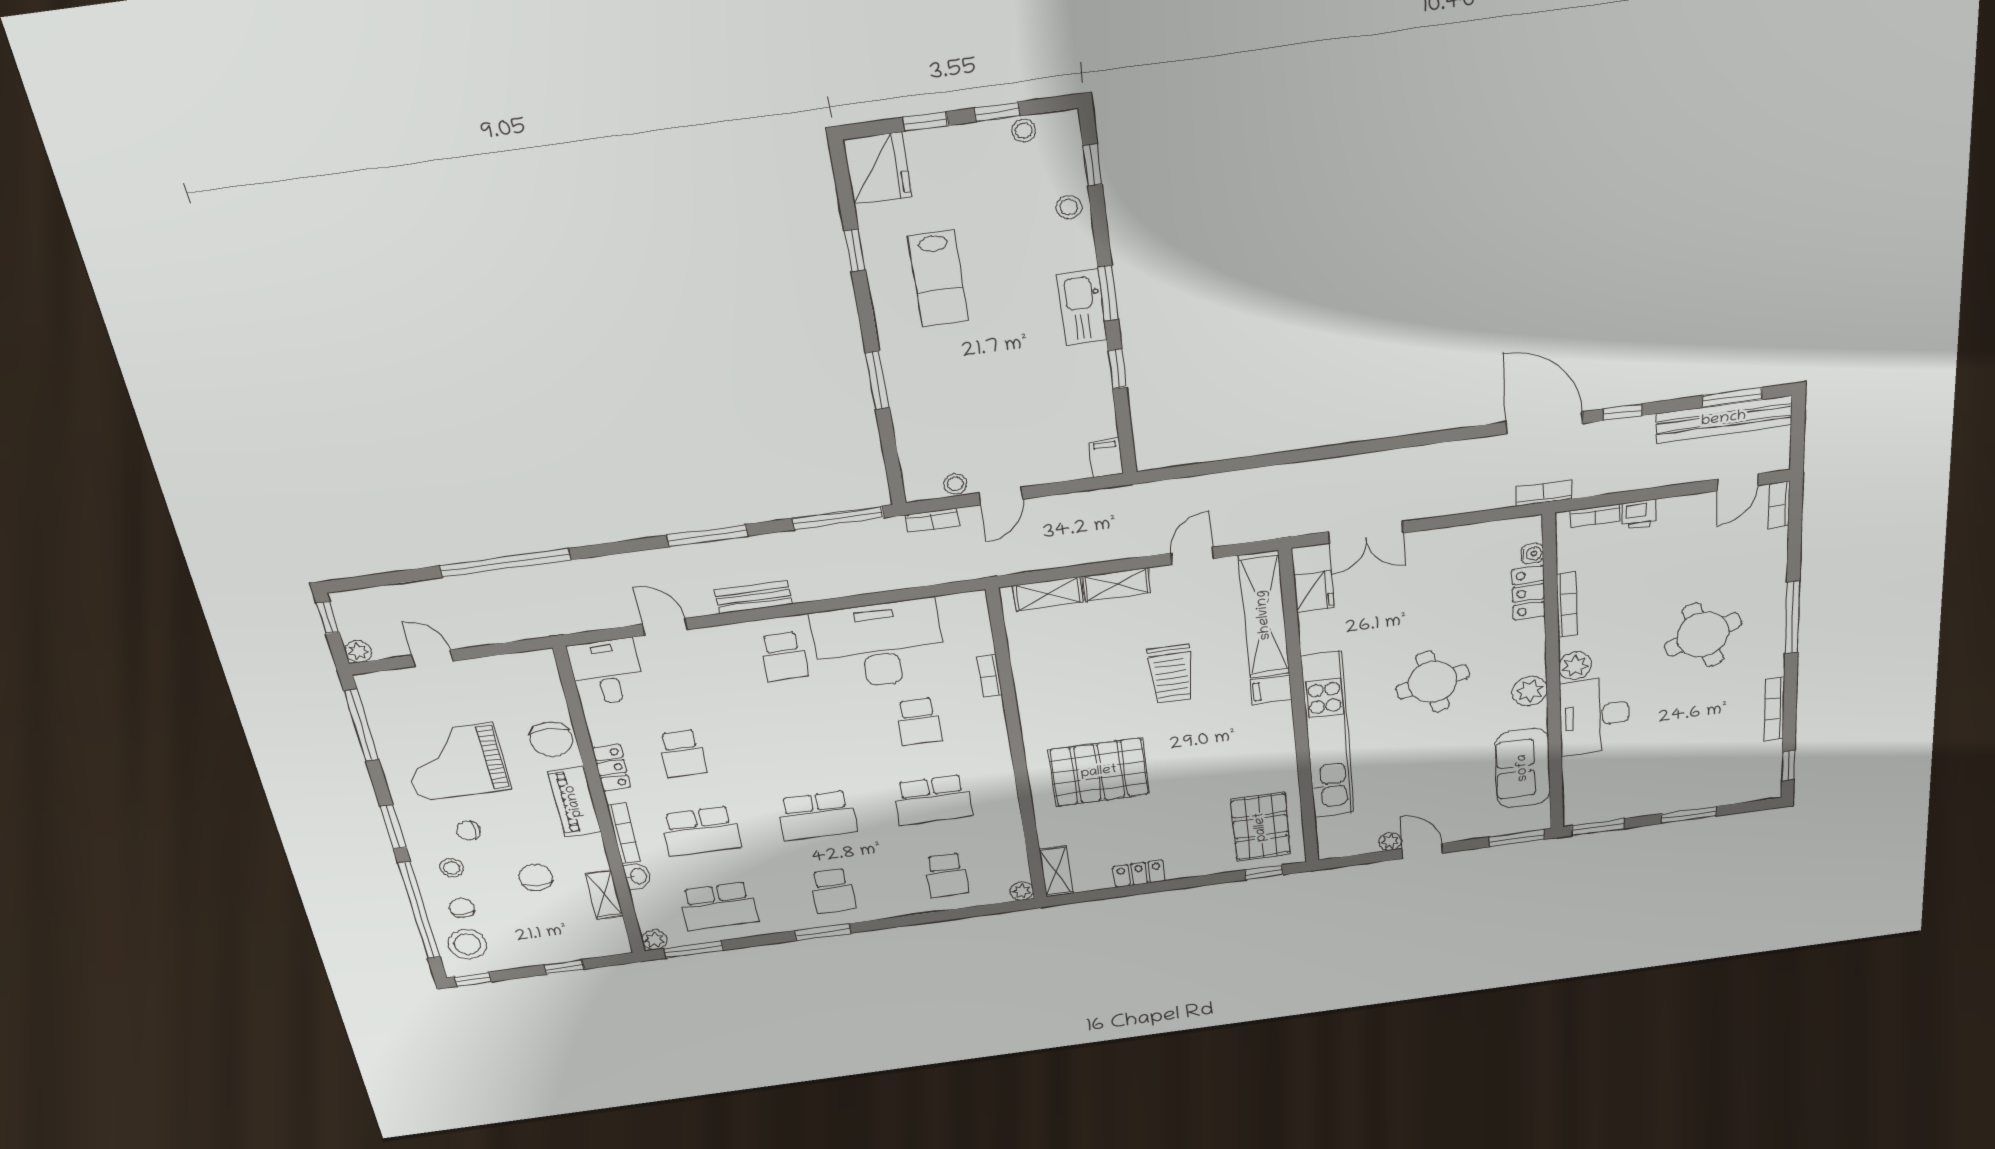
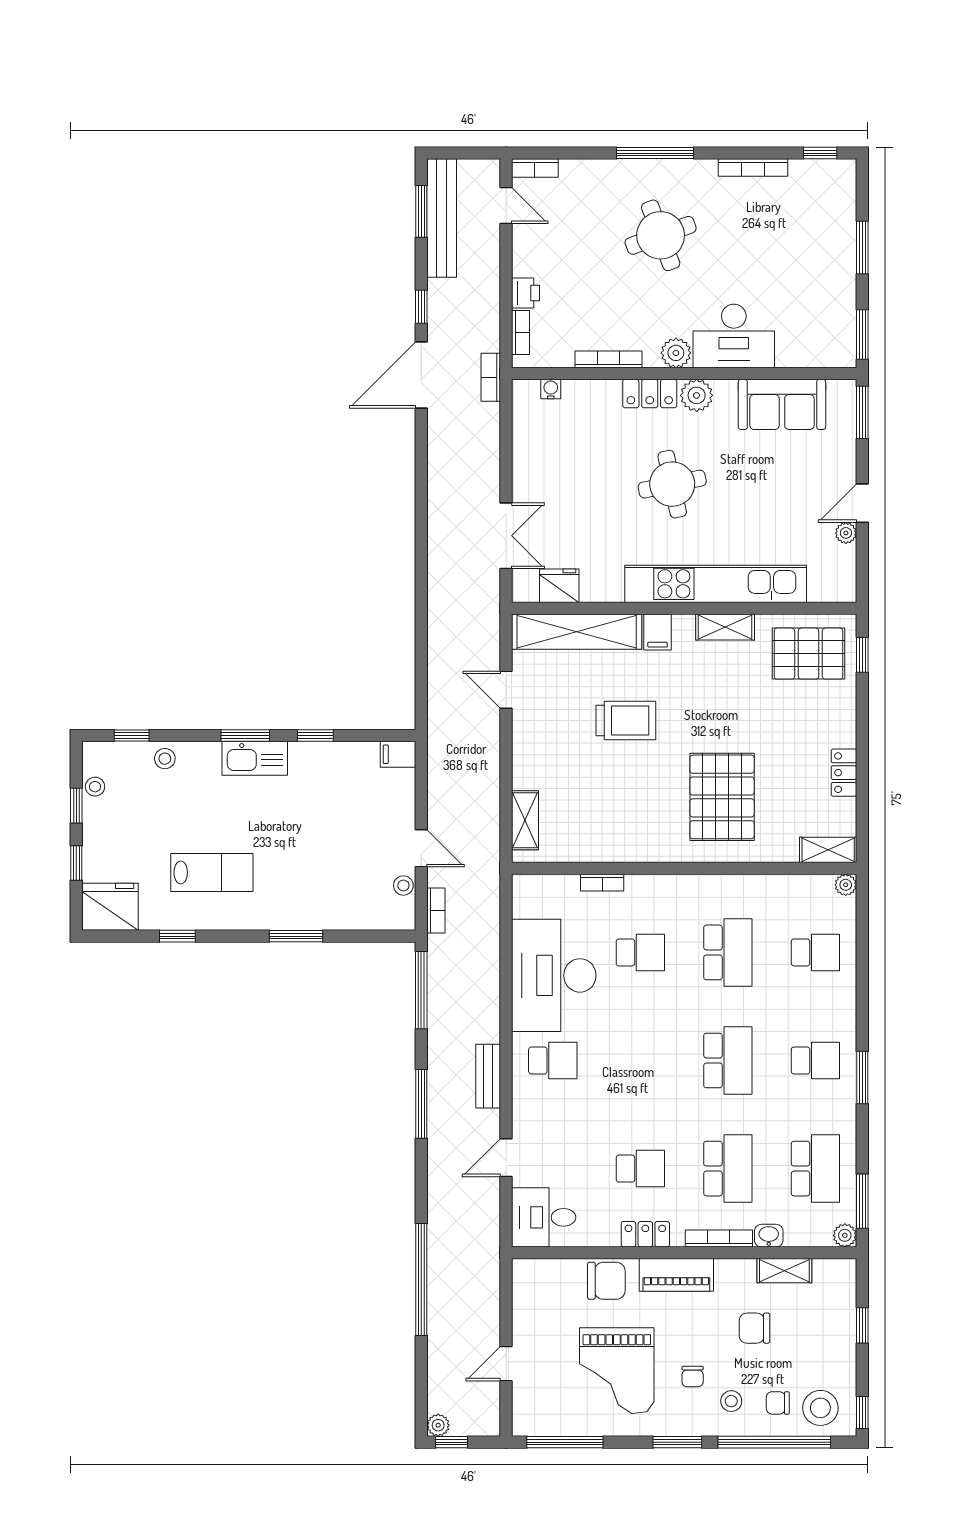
shelving: (1117, 584) -> (725, 627), moved, turned 90
locker: (1529, 593) -> (650, 394), moved
plant: (358, 651) -> (438, 1425), moved

